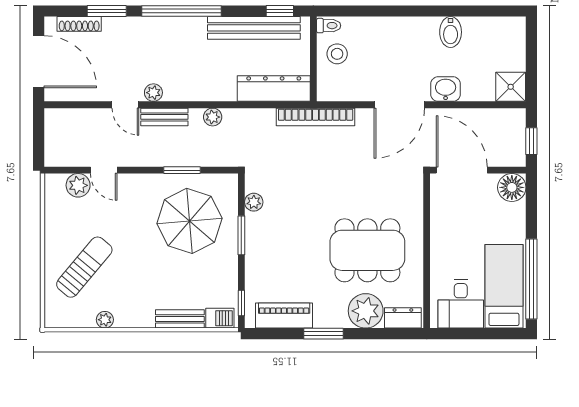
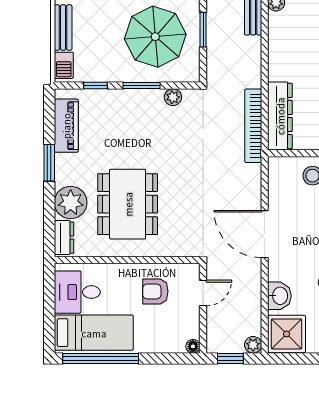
shower: (511, 87) -> (287, 334), width x1.36, depth x1.36
washbasin: (446, 89) -> (279, 296), moved
plant: (213, 117) -> (253, 345), moved
bookcase: (316, 117) -> (253, 126), moved
door: (462, 170) -> (203, 293), width x0.53
floor lamp: (512, 187) -> (193, 346), width x0.53, depth x0.53
armchair: (460, 221) -> (155, 291), added
window: (241, 303) -> (95, 86), moved

